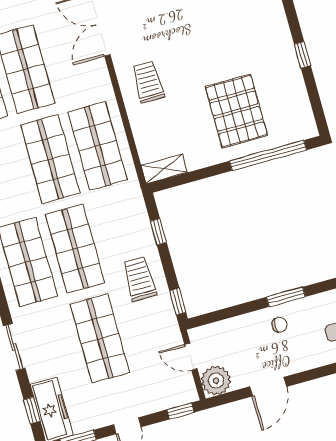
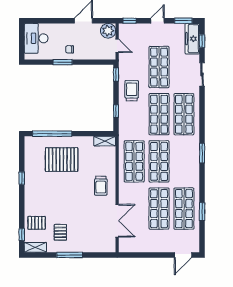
pallet: (236, 111) -> (62, 160), turned 90
trolley: (139, 279) -> (132, 91), turned 180

